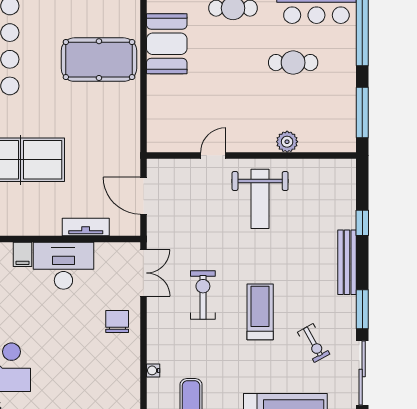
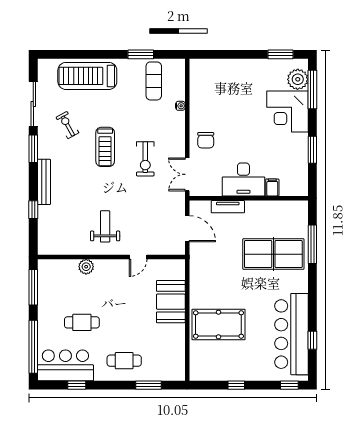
booth: (167, 44) -> (171, 302), moved
weight bench: (260, 199) -> (105, 226), width x0.73, depth x0.75

